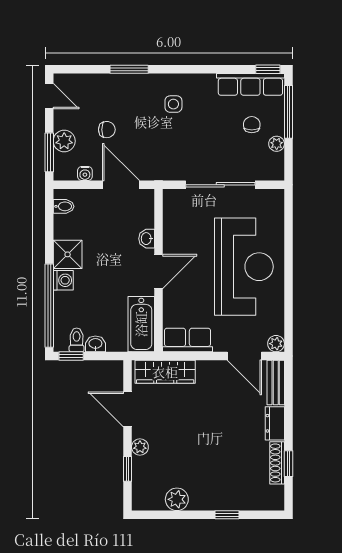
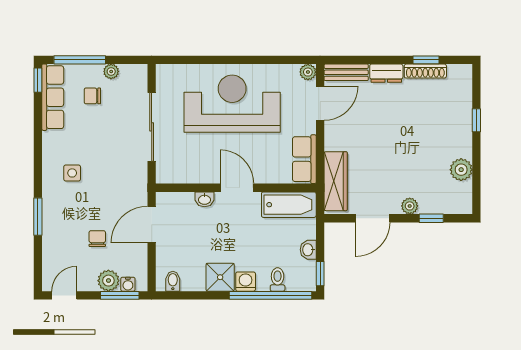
water cooler: (85, 173) -> (128, 284), moved, turned 90
toilet: (77, 340) -> (278, 279), moved, turned 90

